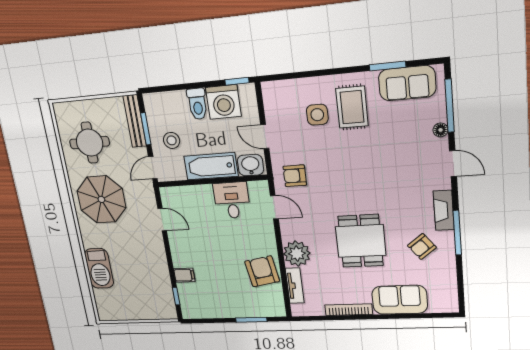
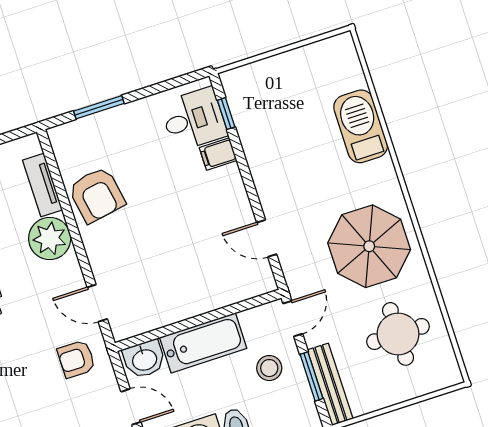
armchair: (295, 176) -> (76, 359), turned 180
desk: (232, 200) -> (194, 119), moved, turned -90

